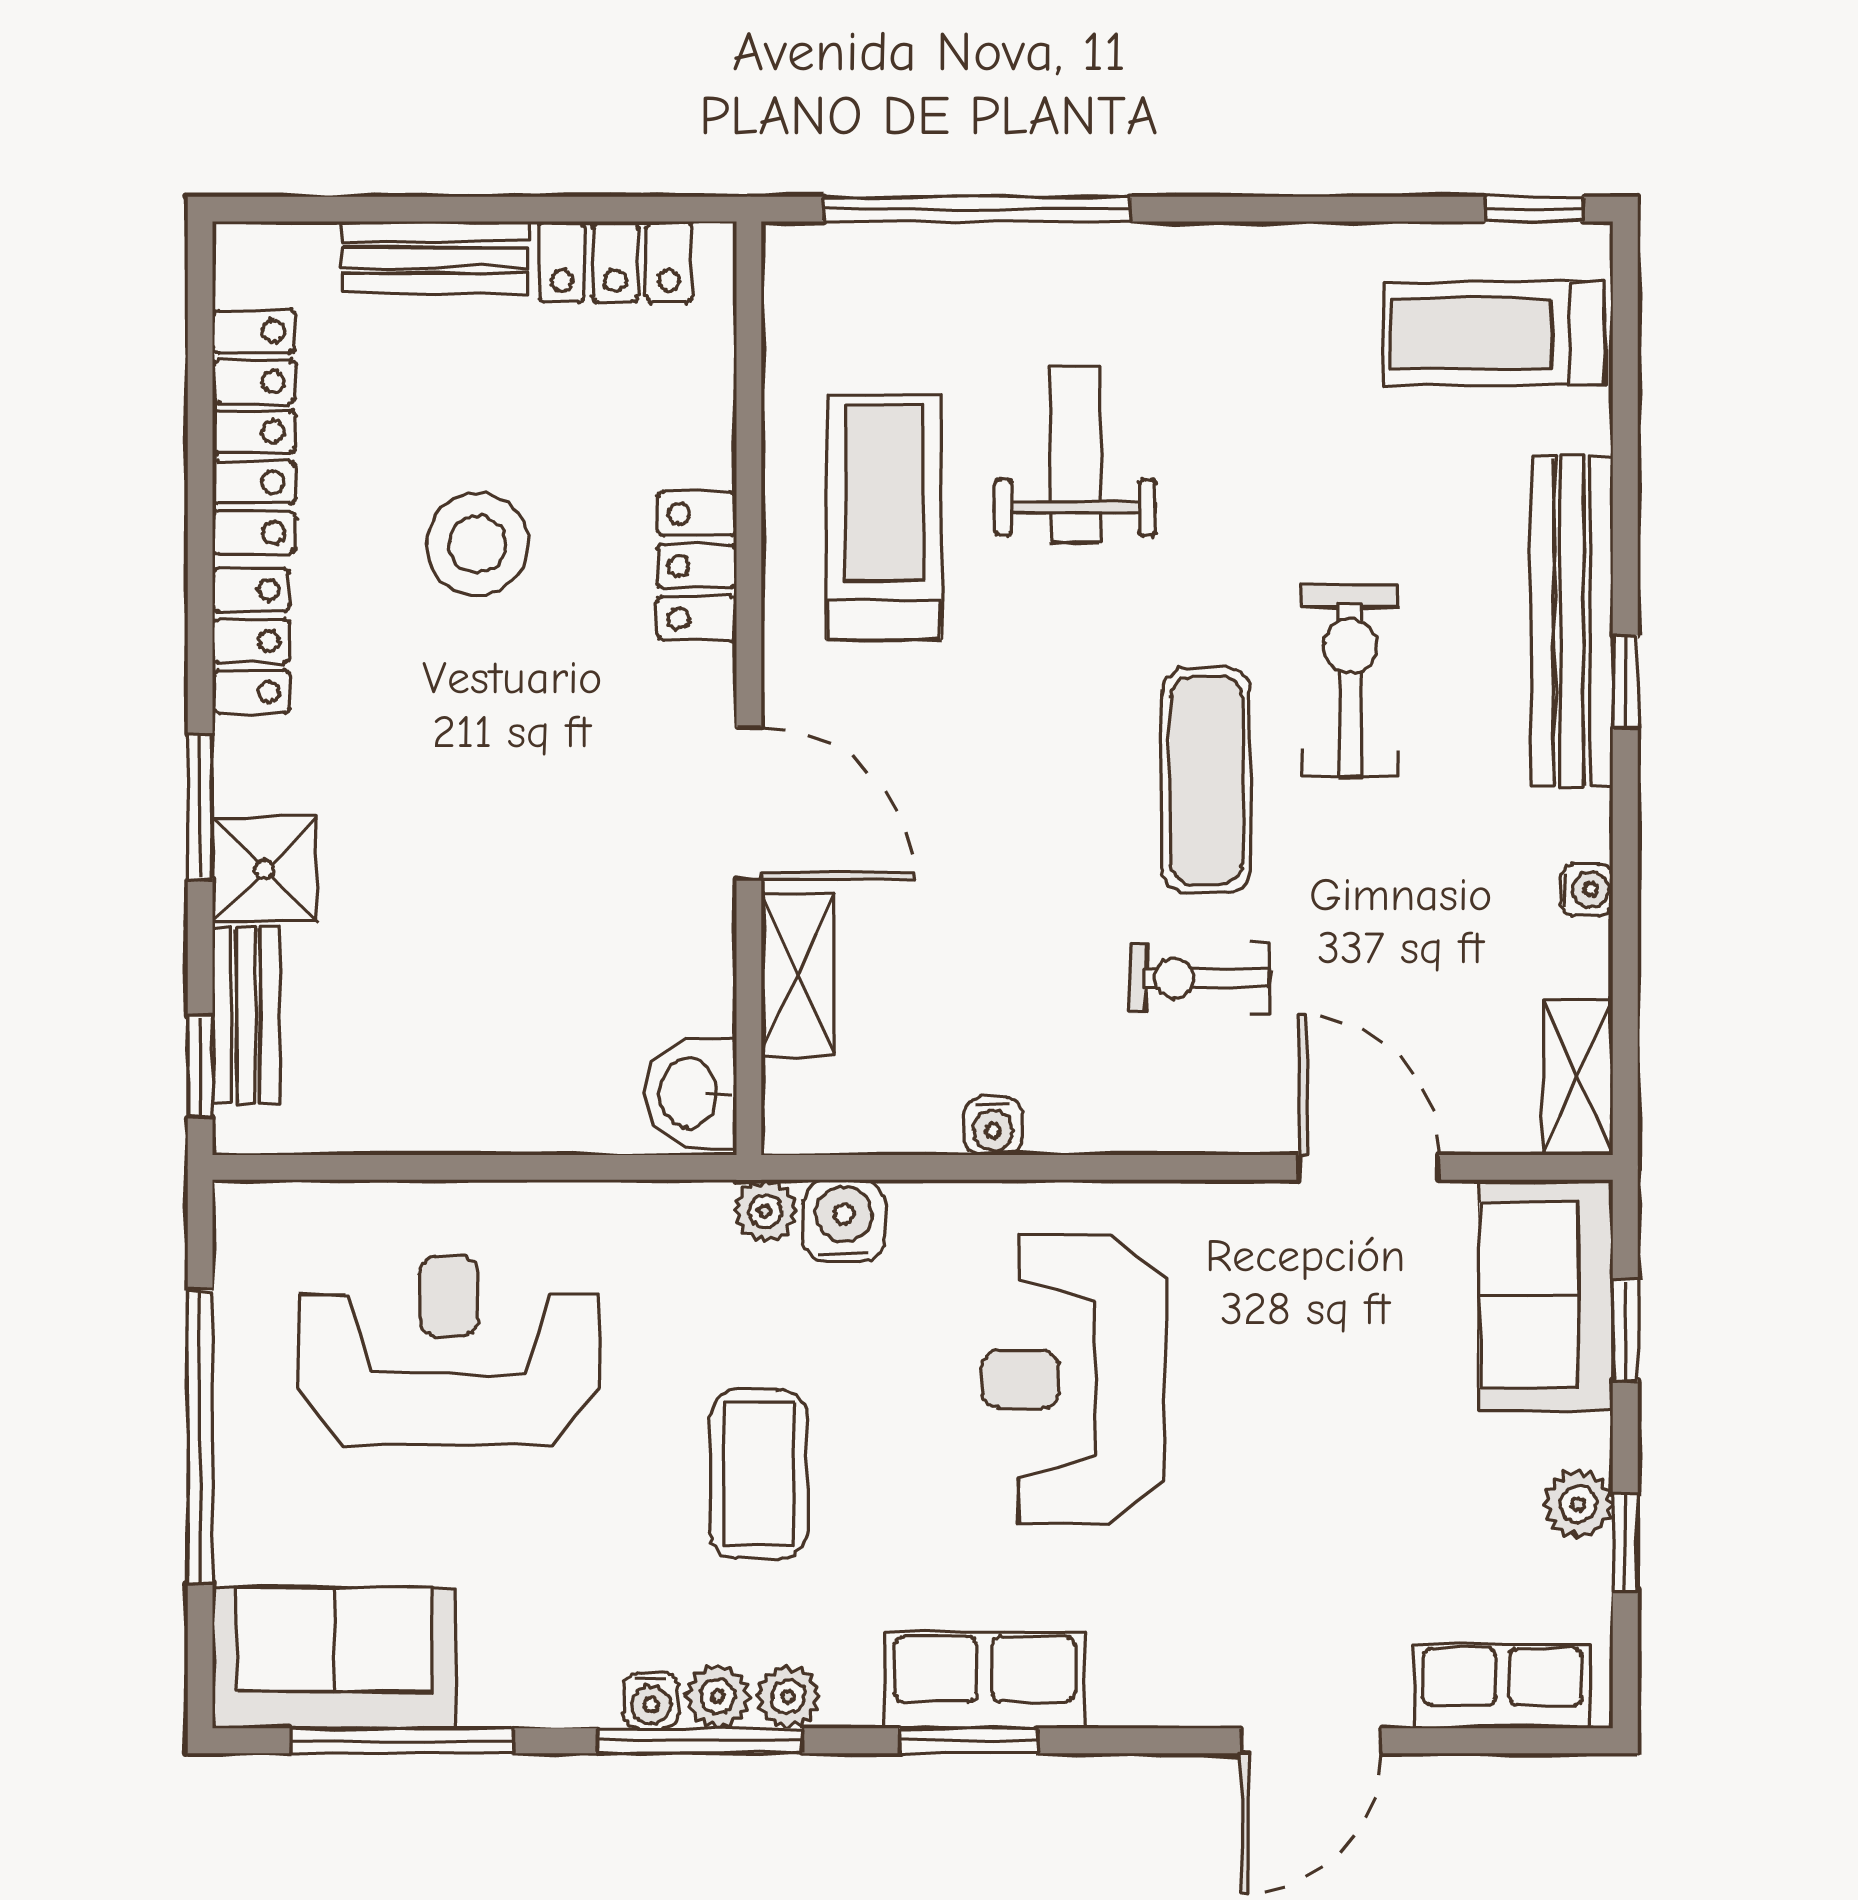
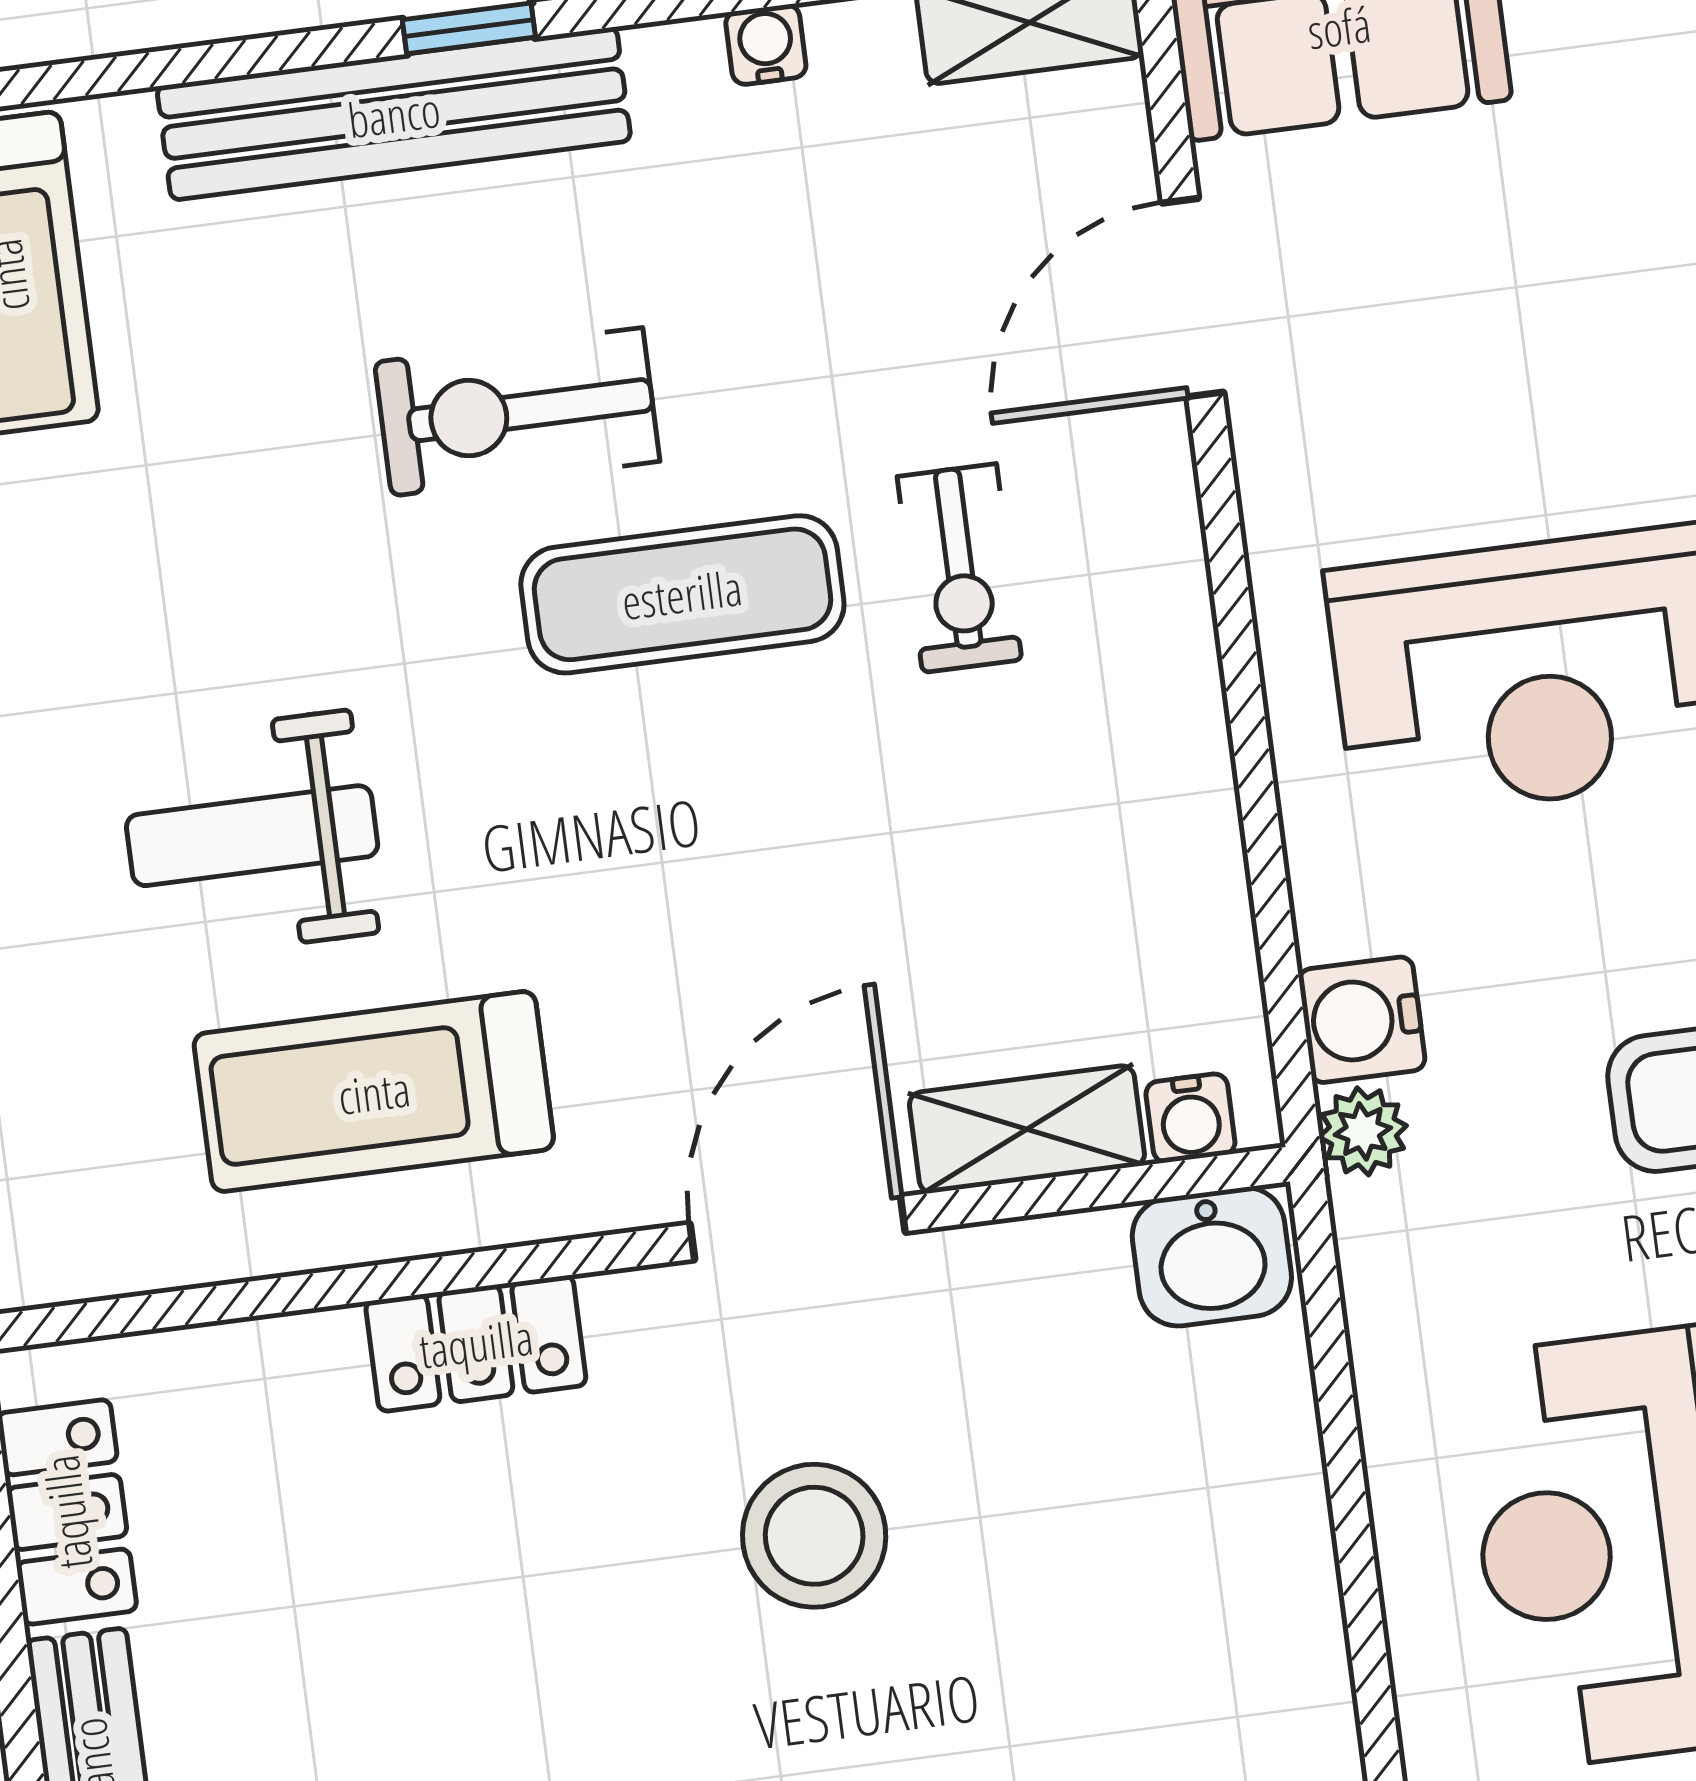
stool: (477, 544) -> (814, 1536), moved
water cooler: (993, 1126) -> (1190, 1118), moved, turned 90

